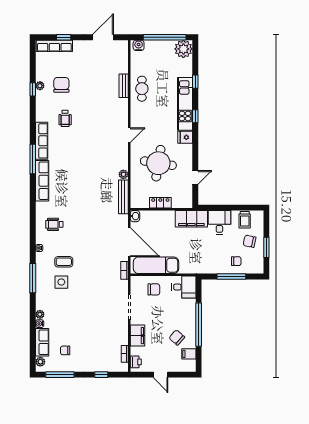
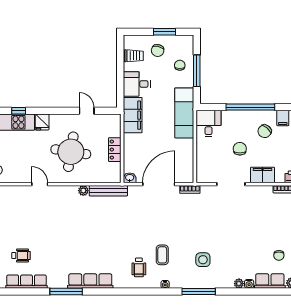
row of seats: (42, 141) -> (27, 282), moved
coffee table: (64, 262) -> (162, 255), moved
exam couch: (156, 265) -> (184, 113), moved
chair: (154, 289) -> (240, 149), moved

